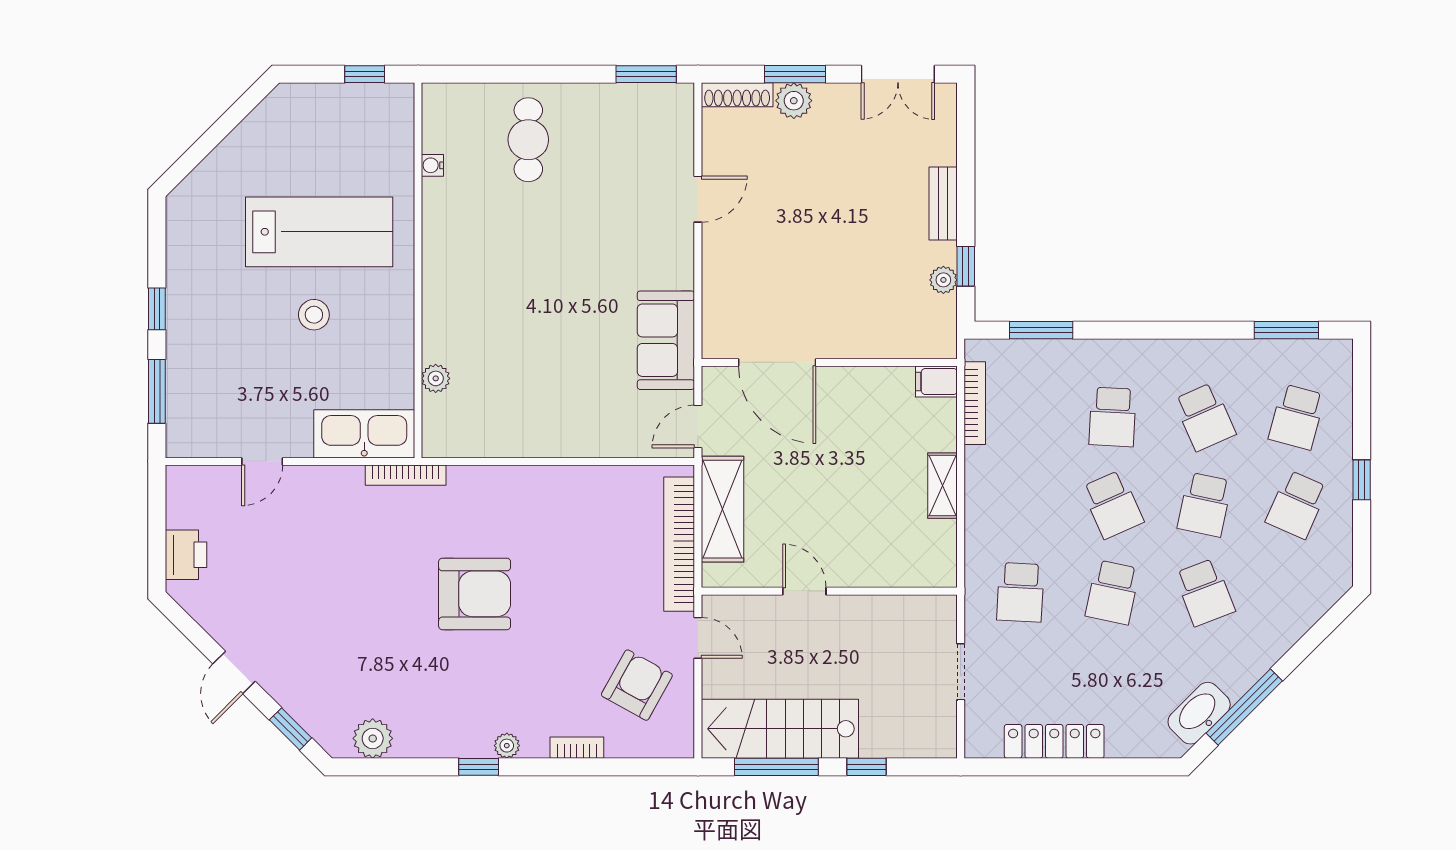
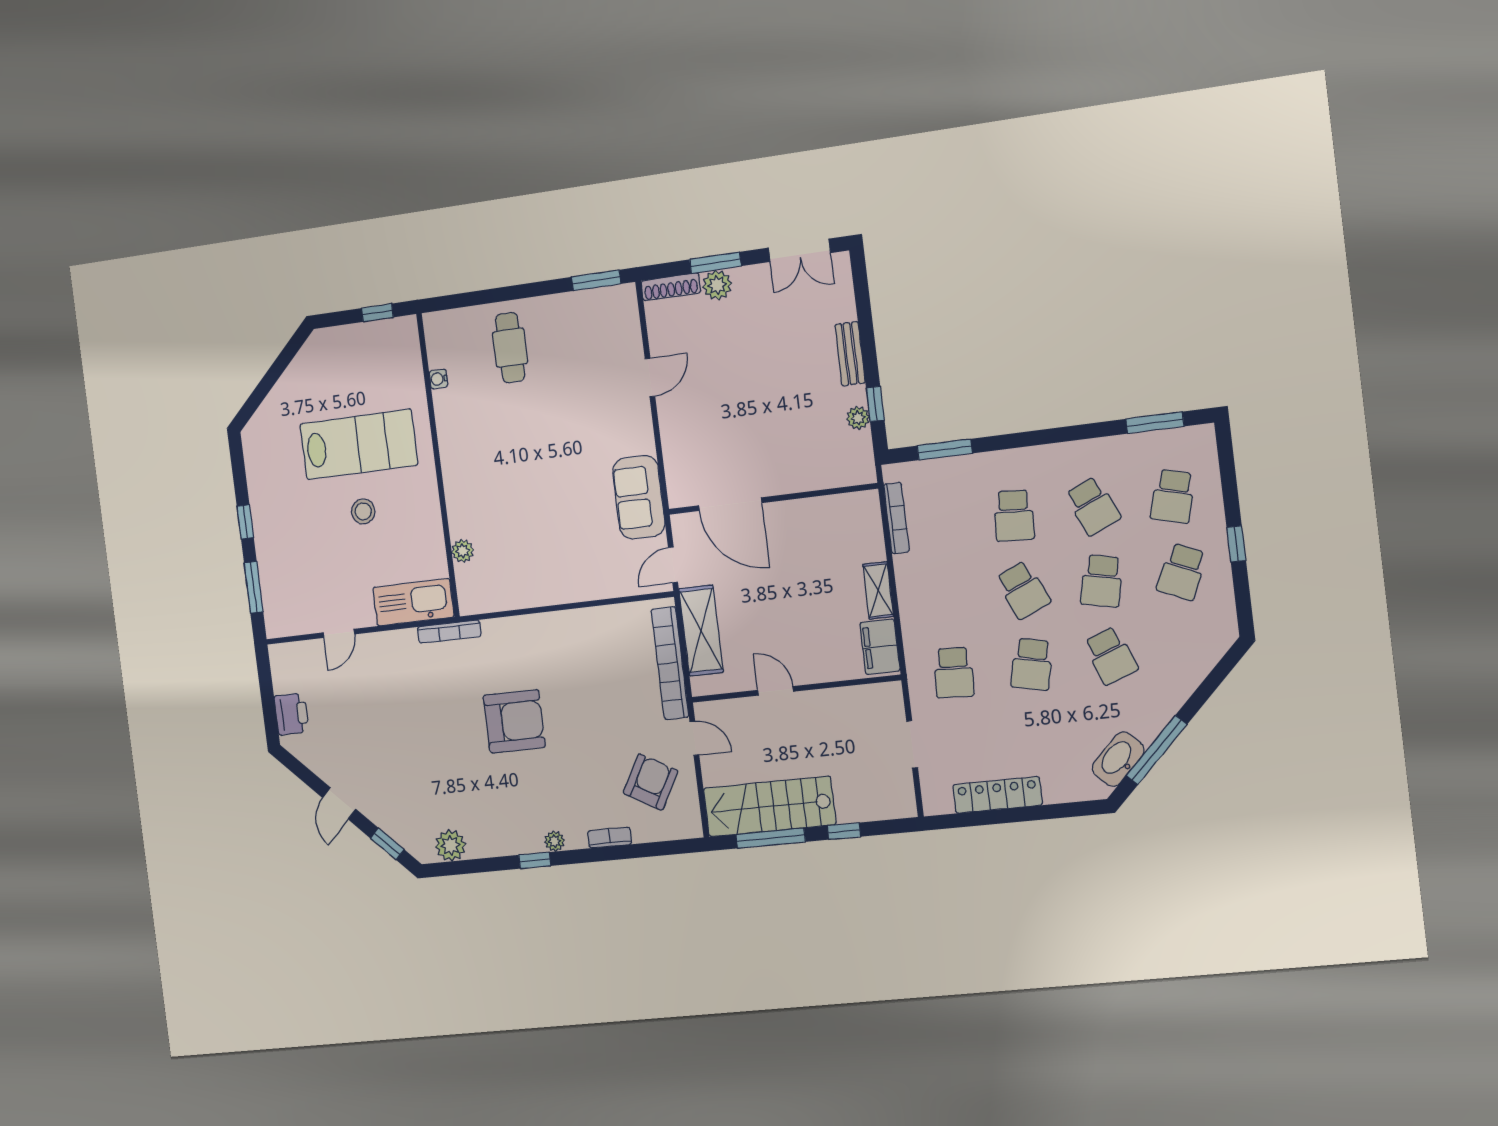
filing cabinet: (936, 381) -> (880, 647), moved, width x2.00

